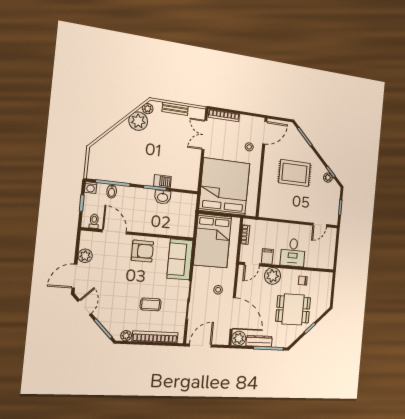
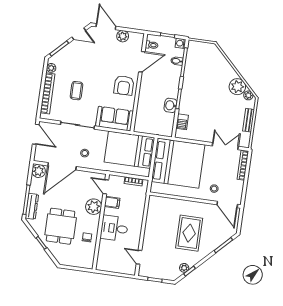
barbecue: (162, 181) -> (182, 122), moved
dresser: (259, 341) -> (32, 206), moved

